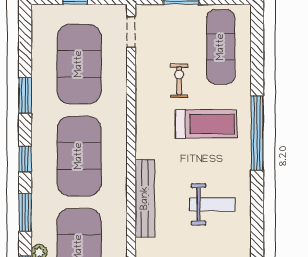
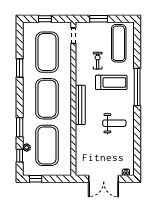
window: (25, 159) -> (20, 100), removed
bench: (145, 198) -> (80, 105), moved

